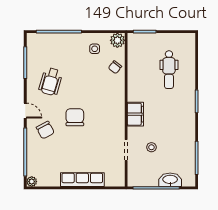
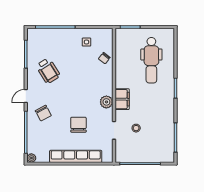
plant: (117, 40) -> (106, 102), moved
dental chair: (169, 70) -> (151, 60), width x1.36, depth x1.38
wheelchair: (51, 82) -> (48, 71), turned -48
door: (25, 111) -> (26, 96), swing flipped
chair: (75, 117) -> (78, 125), moved
row of seats: (82, 180) -> (76, 156), width x1.36
washbasin: (170, 180) -> (152, 157), removed

